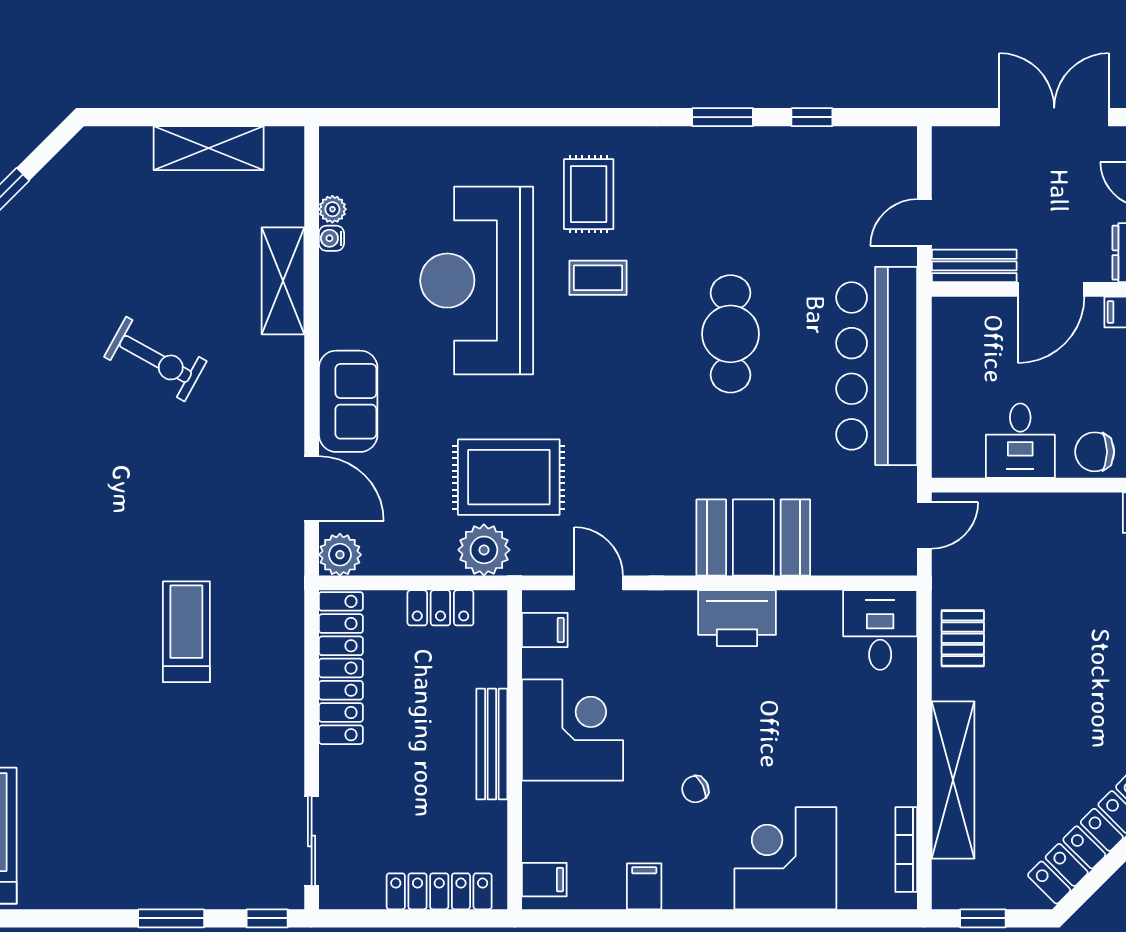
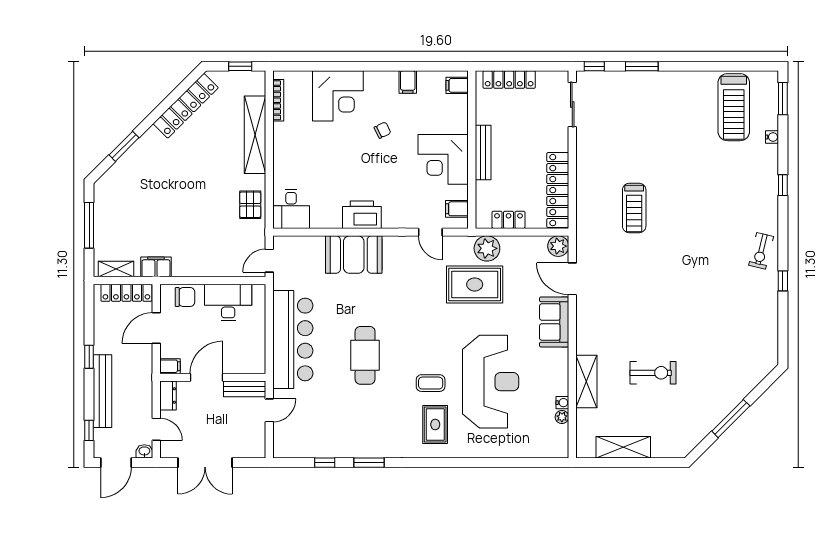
exercise bike: (155, 359) -> (653, 373), moved, turned 151
desk: (1020, 441) -> (228, 303), width x1.37

